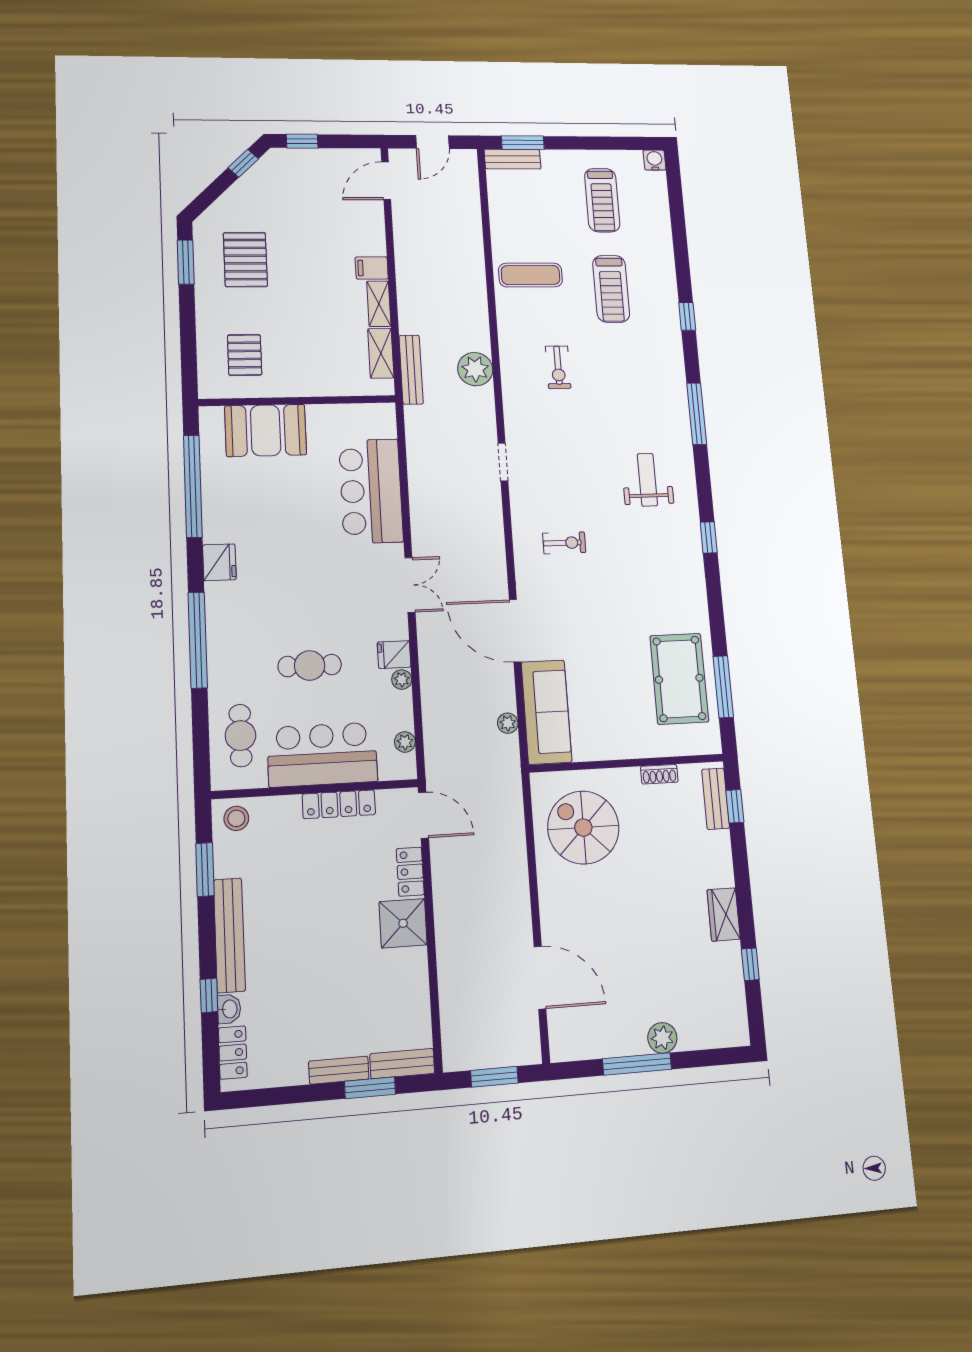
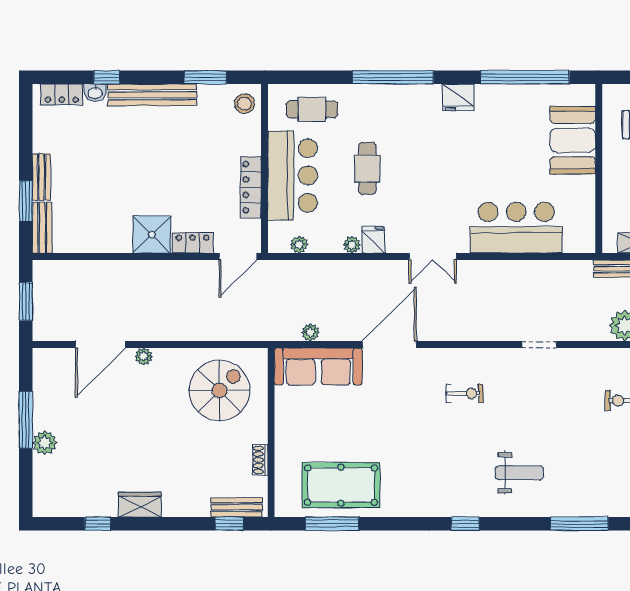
exercise bike: (564, 543) -> (465, 393), turned -90
plant: (550, 923) -> (144, 356), added

